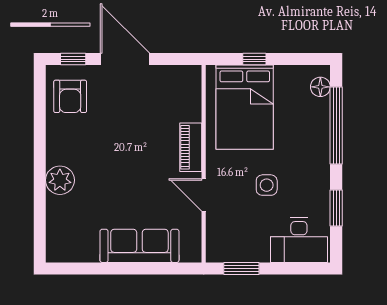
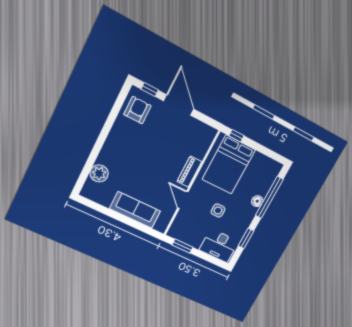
window: (254, 59) -> (236, 136), moved
floor lamp: (320, 87) -> (257, 201), moved
armchair: (70, 96) -> (137, 110), turned 180
plant: (60, 180) -> (99, 173), moved

